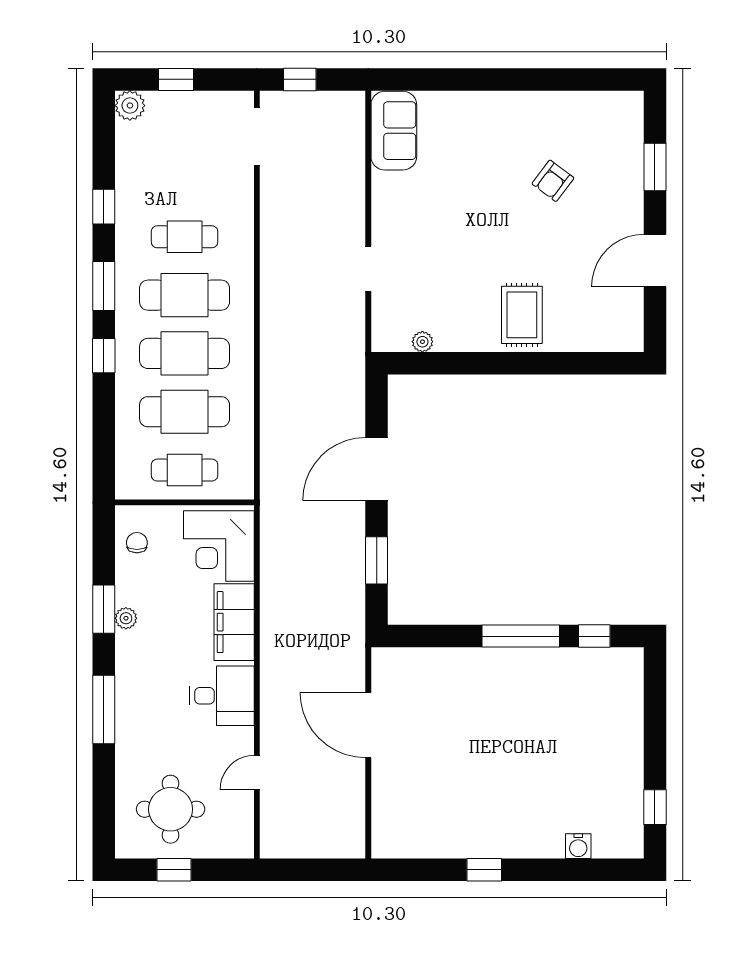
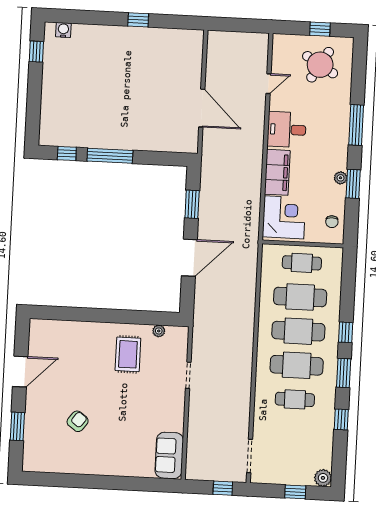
rug: (522, 315) -> (128, 354), moved
round table: (171, 809) -> (320, 65), turned 31
water cooler: (578, 846) -> (63, 30), moved

